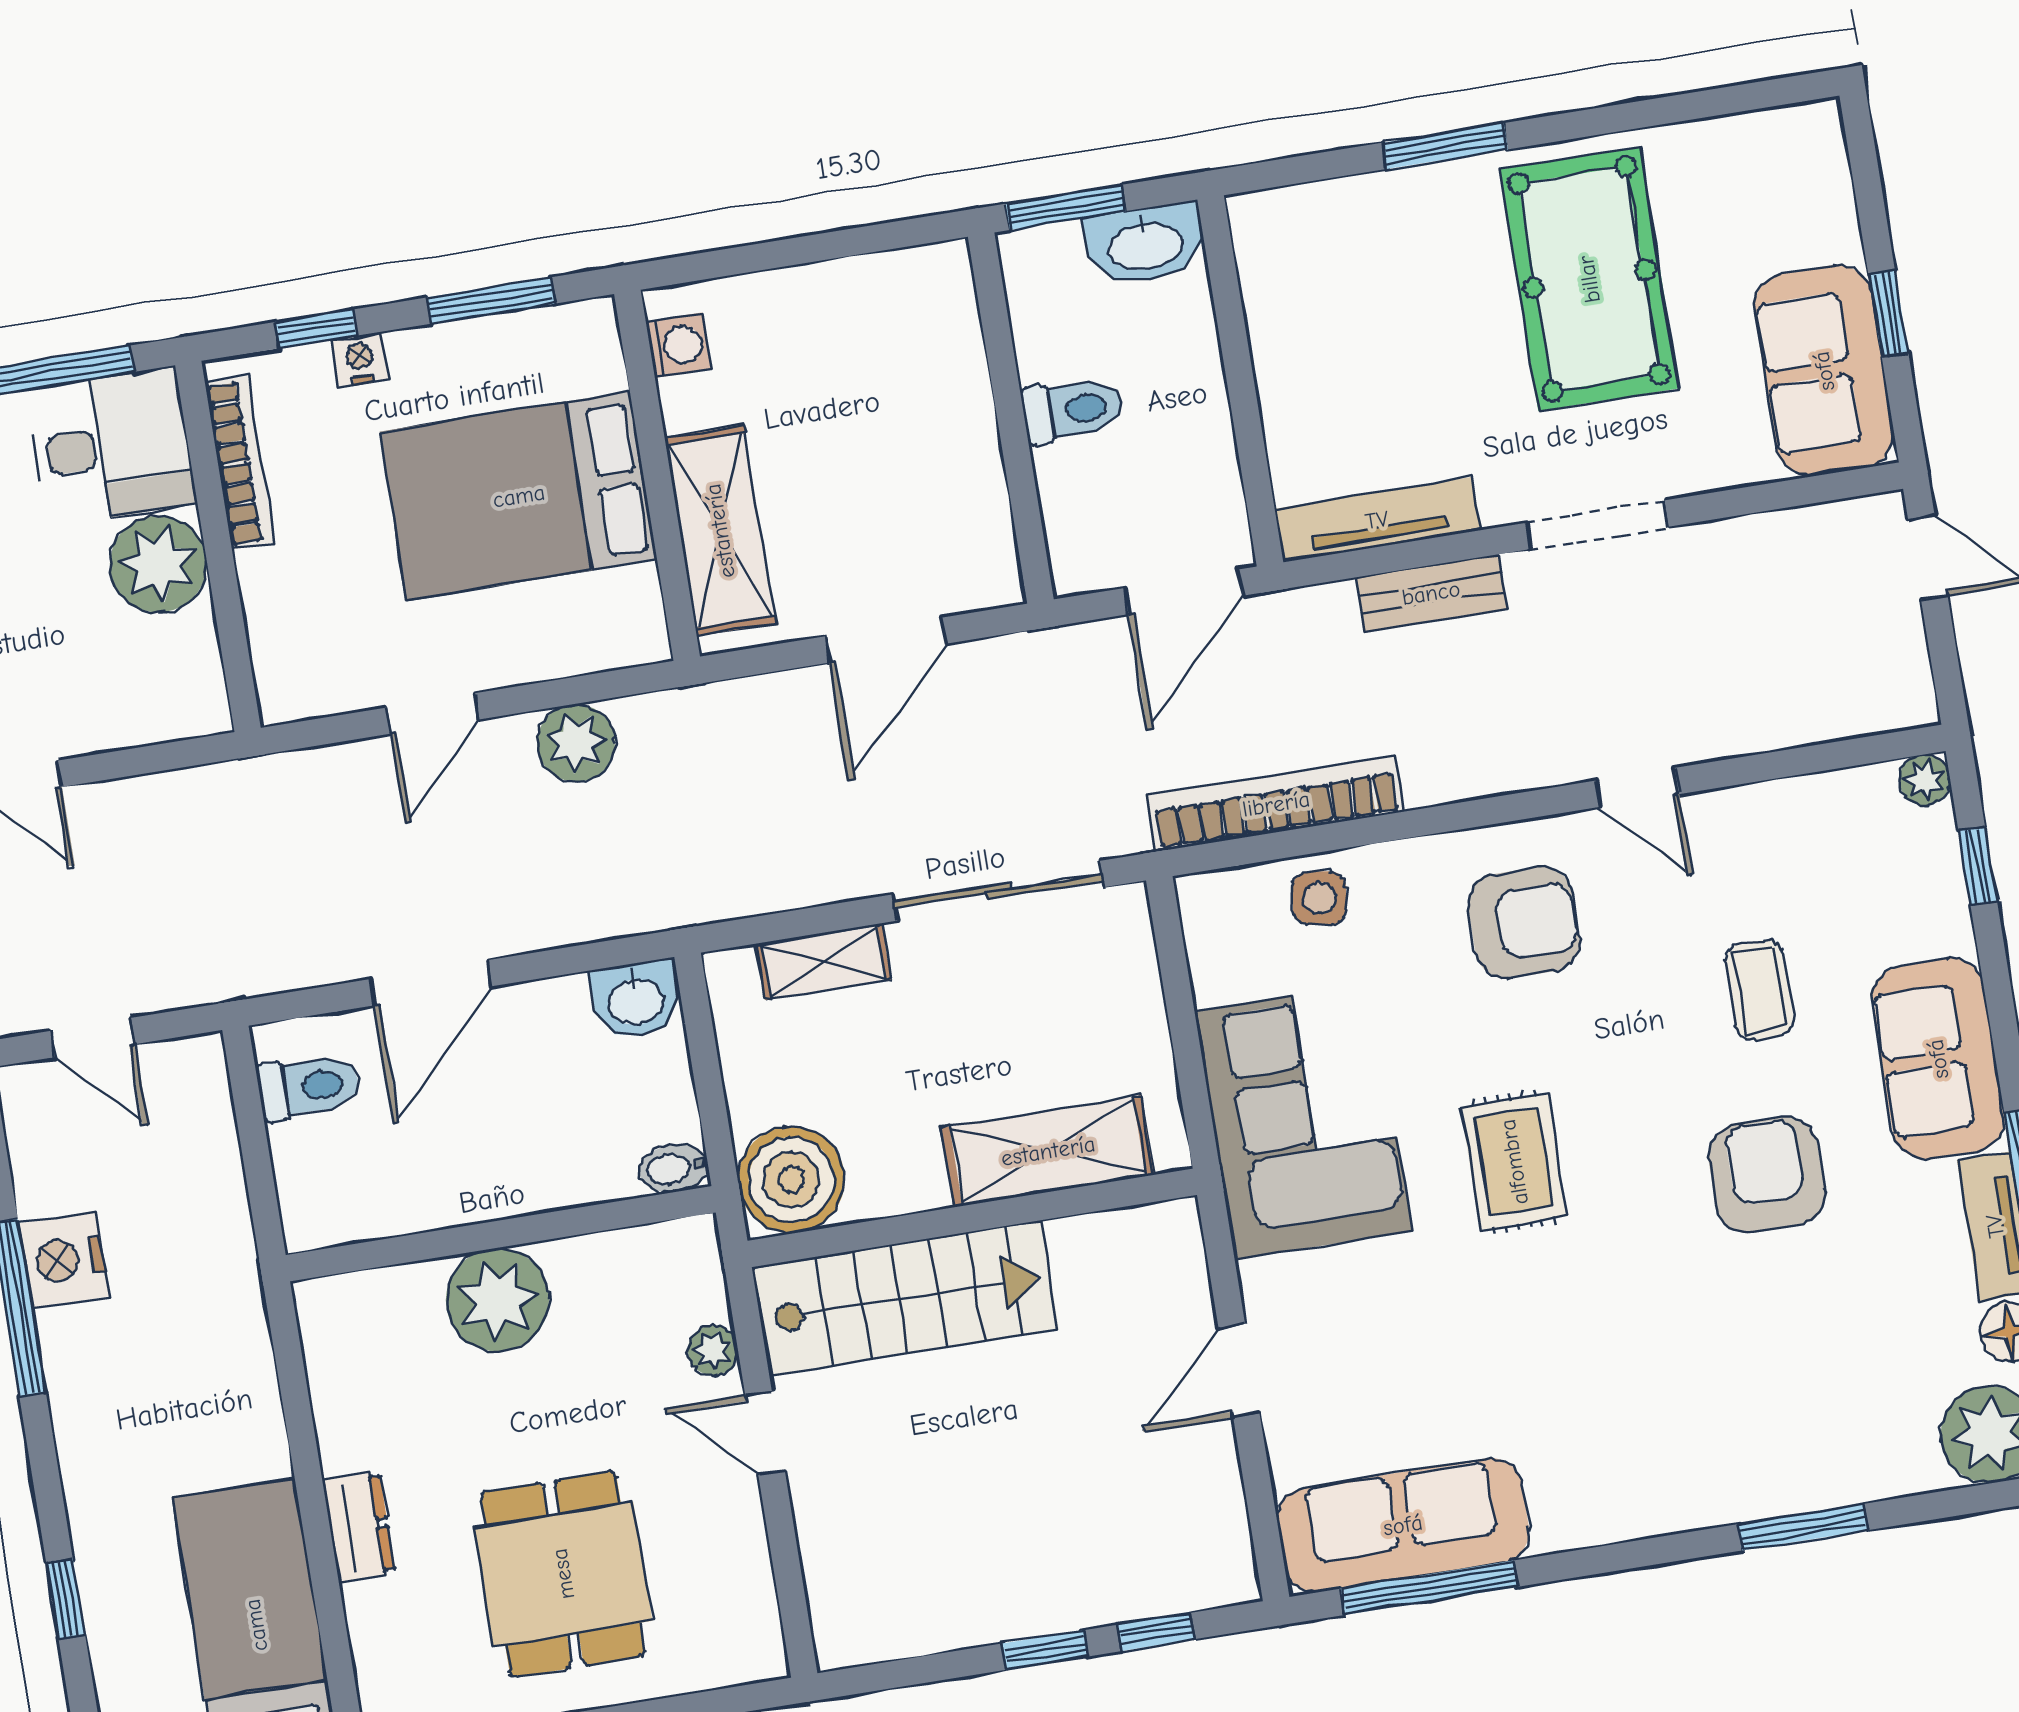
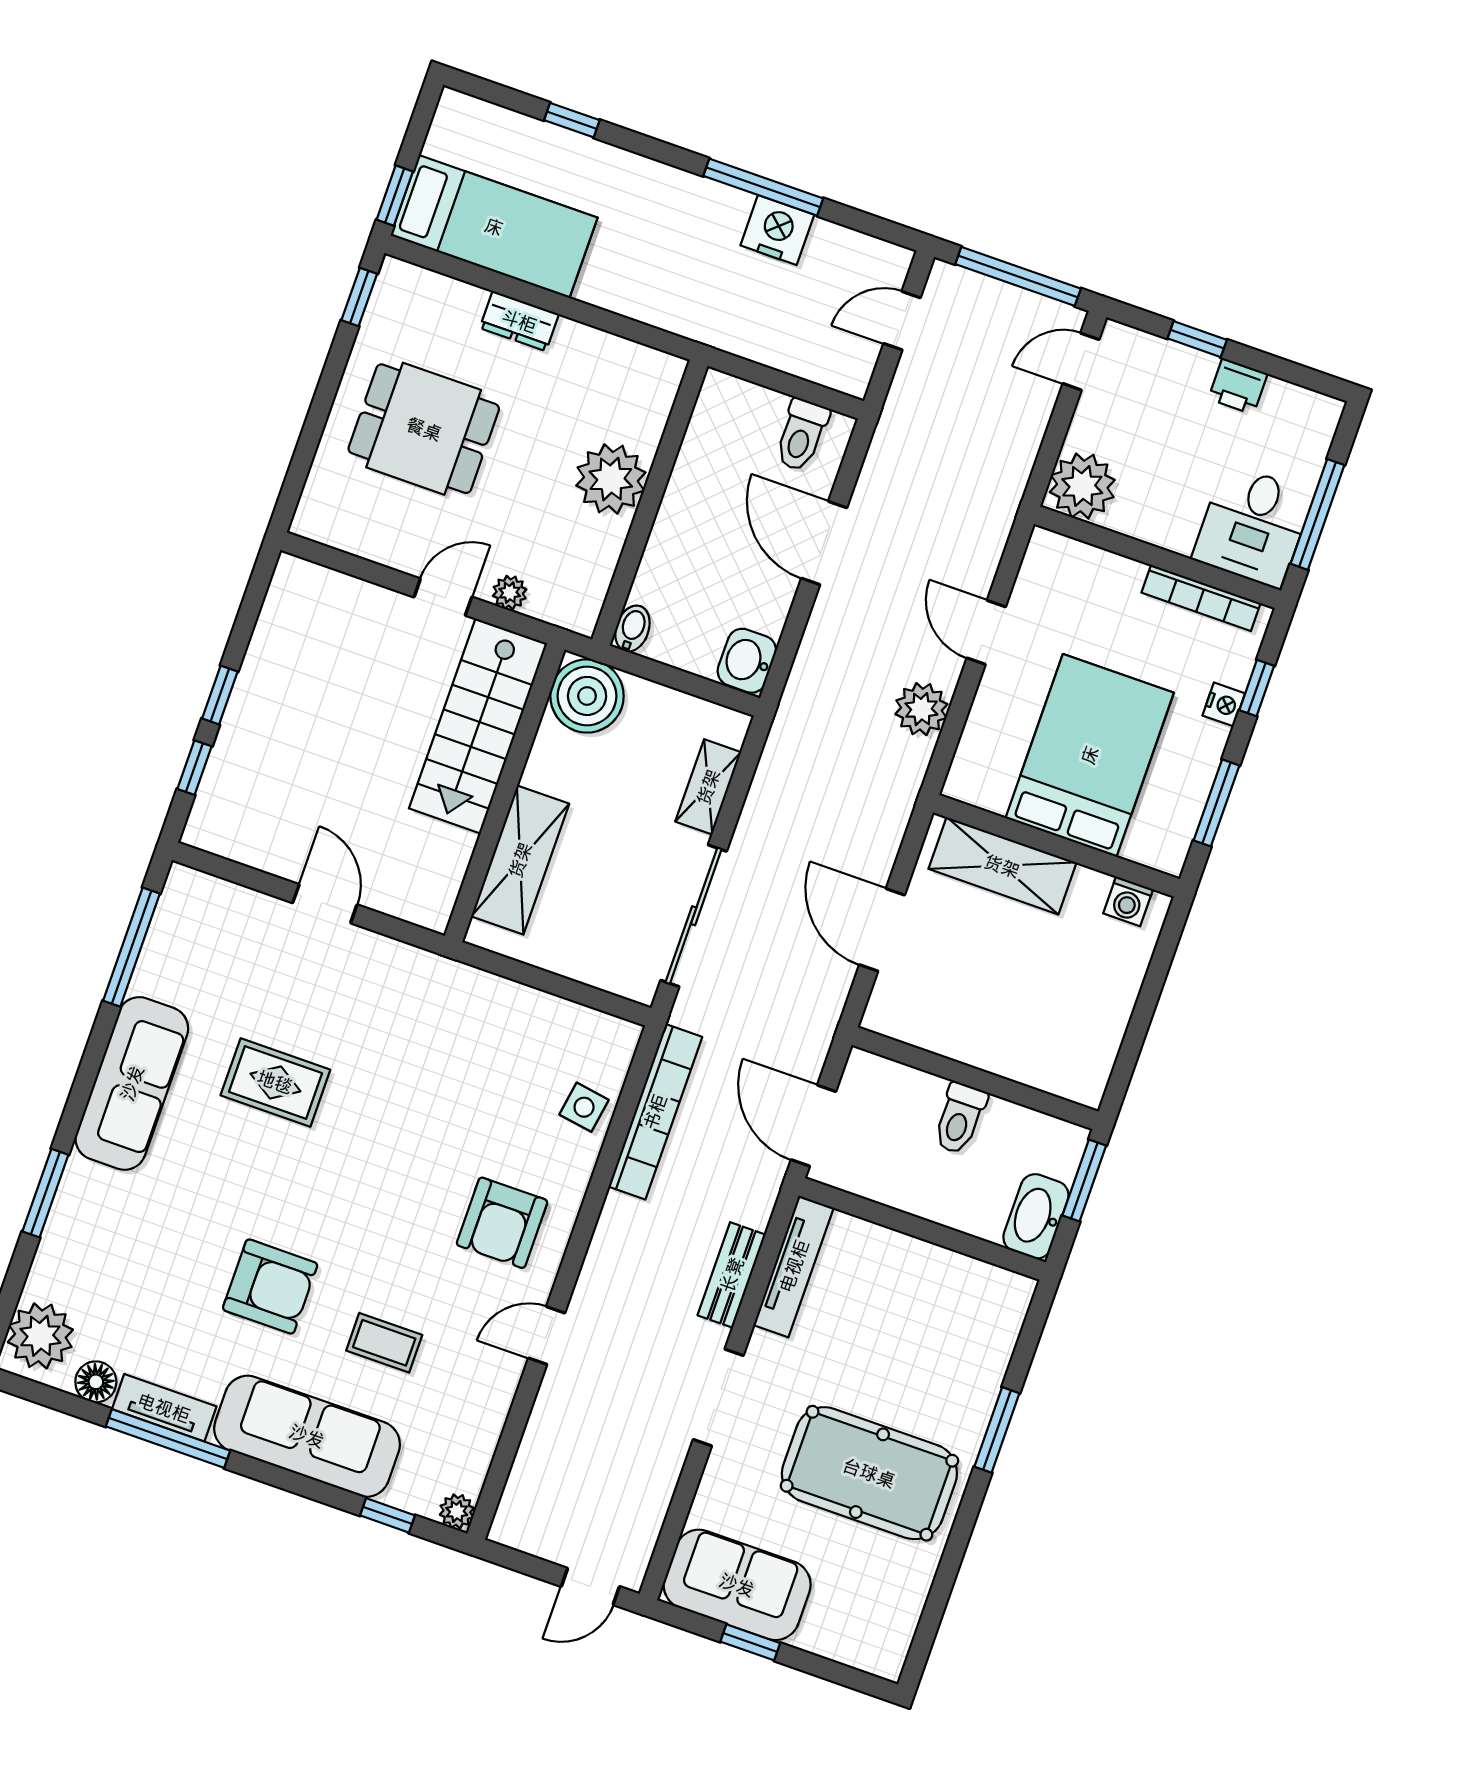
plant: (158, 564) -> (1082, 486), moved
sofa: (1938, 1059) -> (307, 1436), width x1.36
corner sofa: (1303, 1121) -> (455, 1024), removed
rug: (1514, 1162) -> (275, 1082), moved
sofa: (1403, 1525) -> (132, 1083), moved

